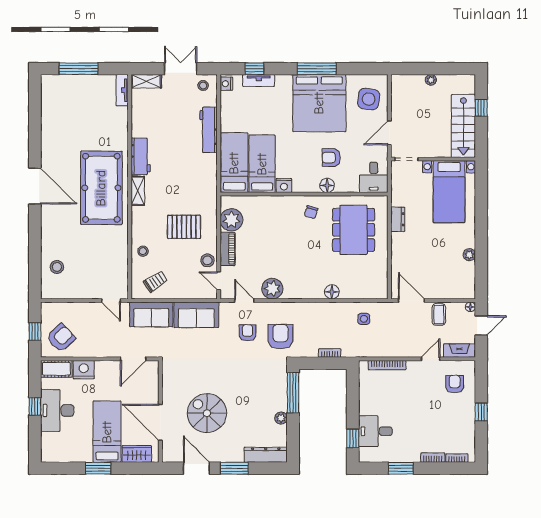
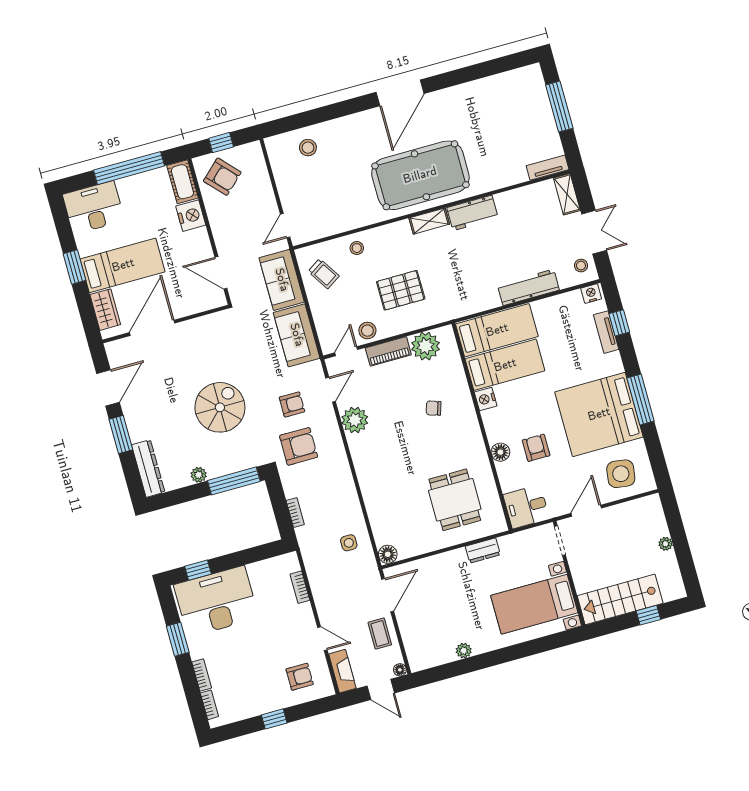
door: (389, 133) -> (586, 511), hinge flipped
chair: (311, 212) -> (434, 408), moved
pallet: (184, 227) -> (401, 290), turned 90
dining table: (354, 230) -> (455, 500), width x0.73
floor lamp: (332, 292) -> (388, 554), moved
coffee table: (439, 314) -> (380, 634), turned 90
bookcase: (387, 365) -> (300, 587), width x0.64
window: (35, 406) -> (129, 168), width x3.17
desk: (57, 410) -> (94, 207), moved
spiral stairs: (207, 413) -> (220, 407), moved
desk: (375, 431) -> (216, 601), width x1.87, depth x1.30

